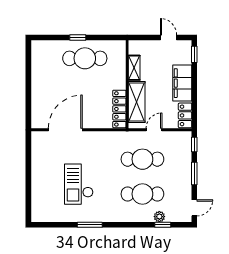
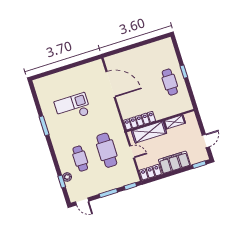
cafe table: (85, 58) -> (170, 82), width x0.73, depth x0.74
cafe table: (142, 194) -> (80, 159), width x0.73, depth x0.74

